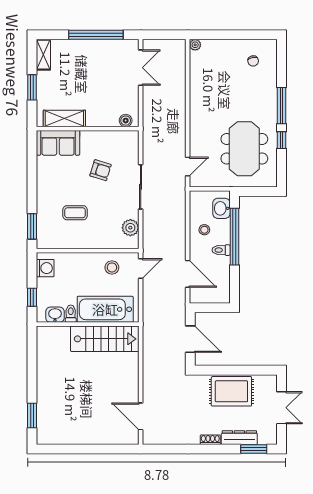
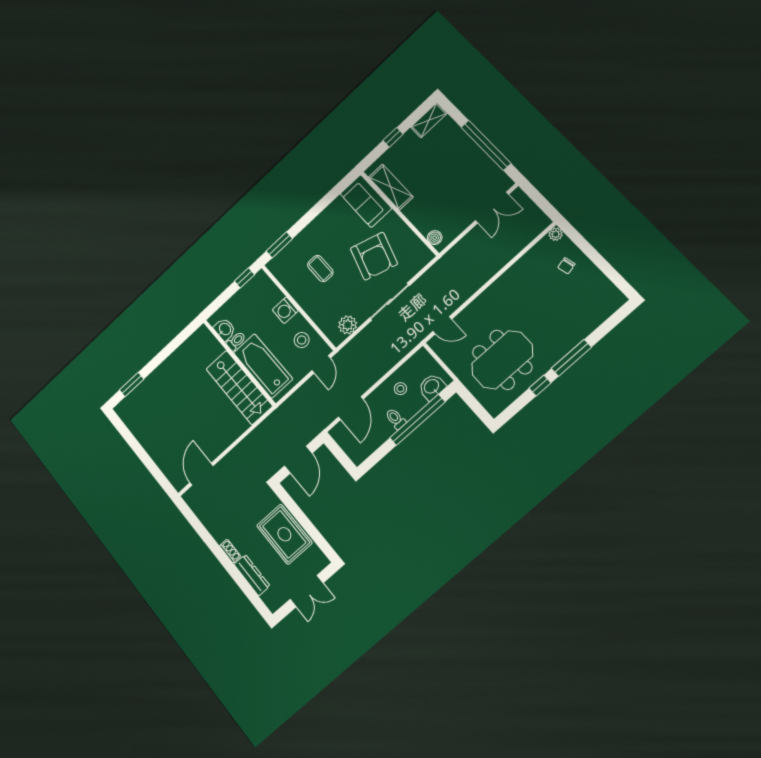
chair: (253, 61) -> (566, 266), moved
window: (32, 87) -> (393, 137), width x0.67
armchair: (101, 170) -> (374, 256), width x1.88, depth x1.88
washing machine: (45, 268) -> (285, 310), moved, turned 90
door: (141, 269) -> (321, 364), hinge flipped
window: (32, 297) -> (244, 278), moved
window: (254, 449) -> (253, 596), removed

